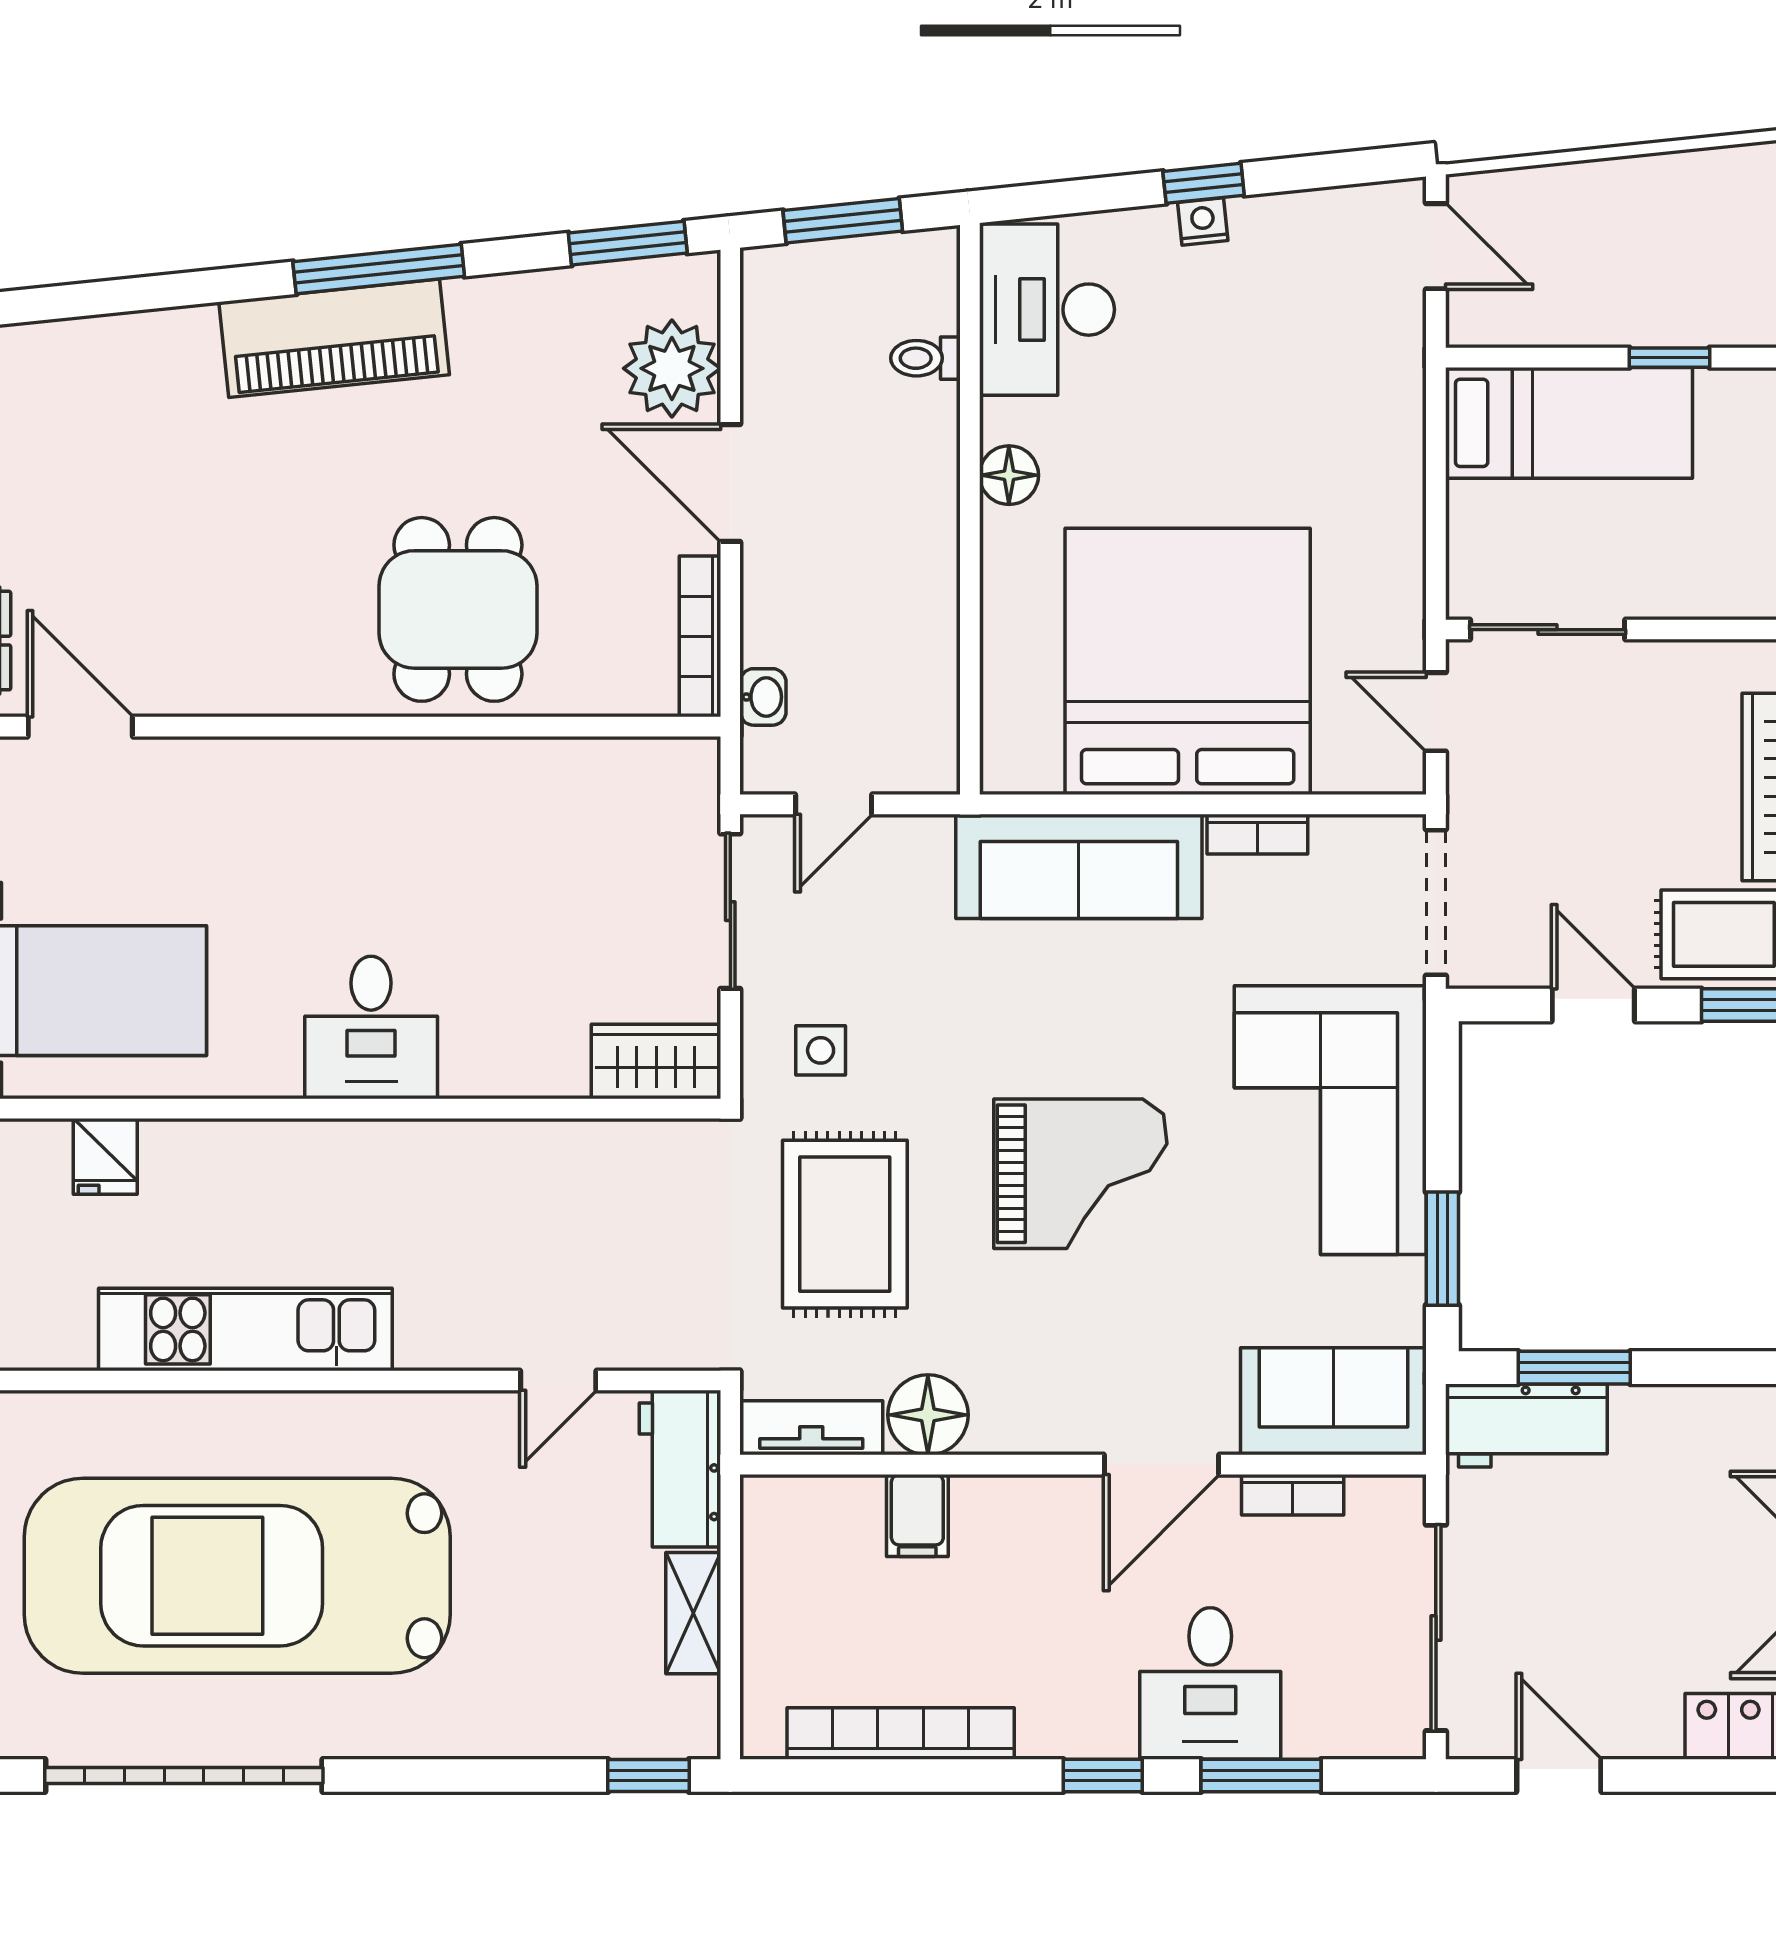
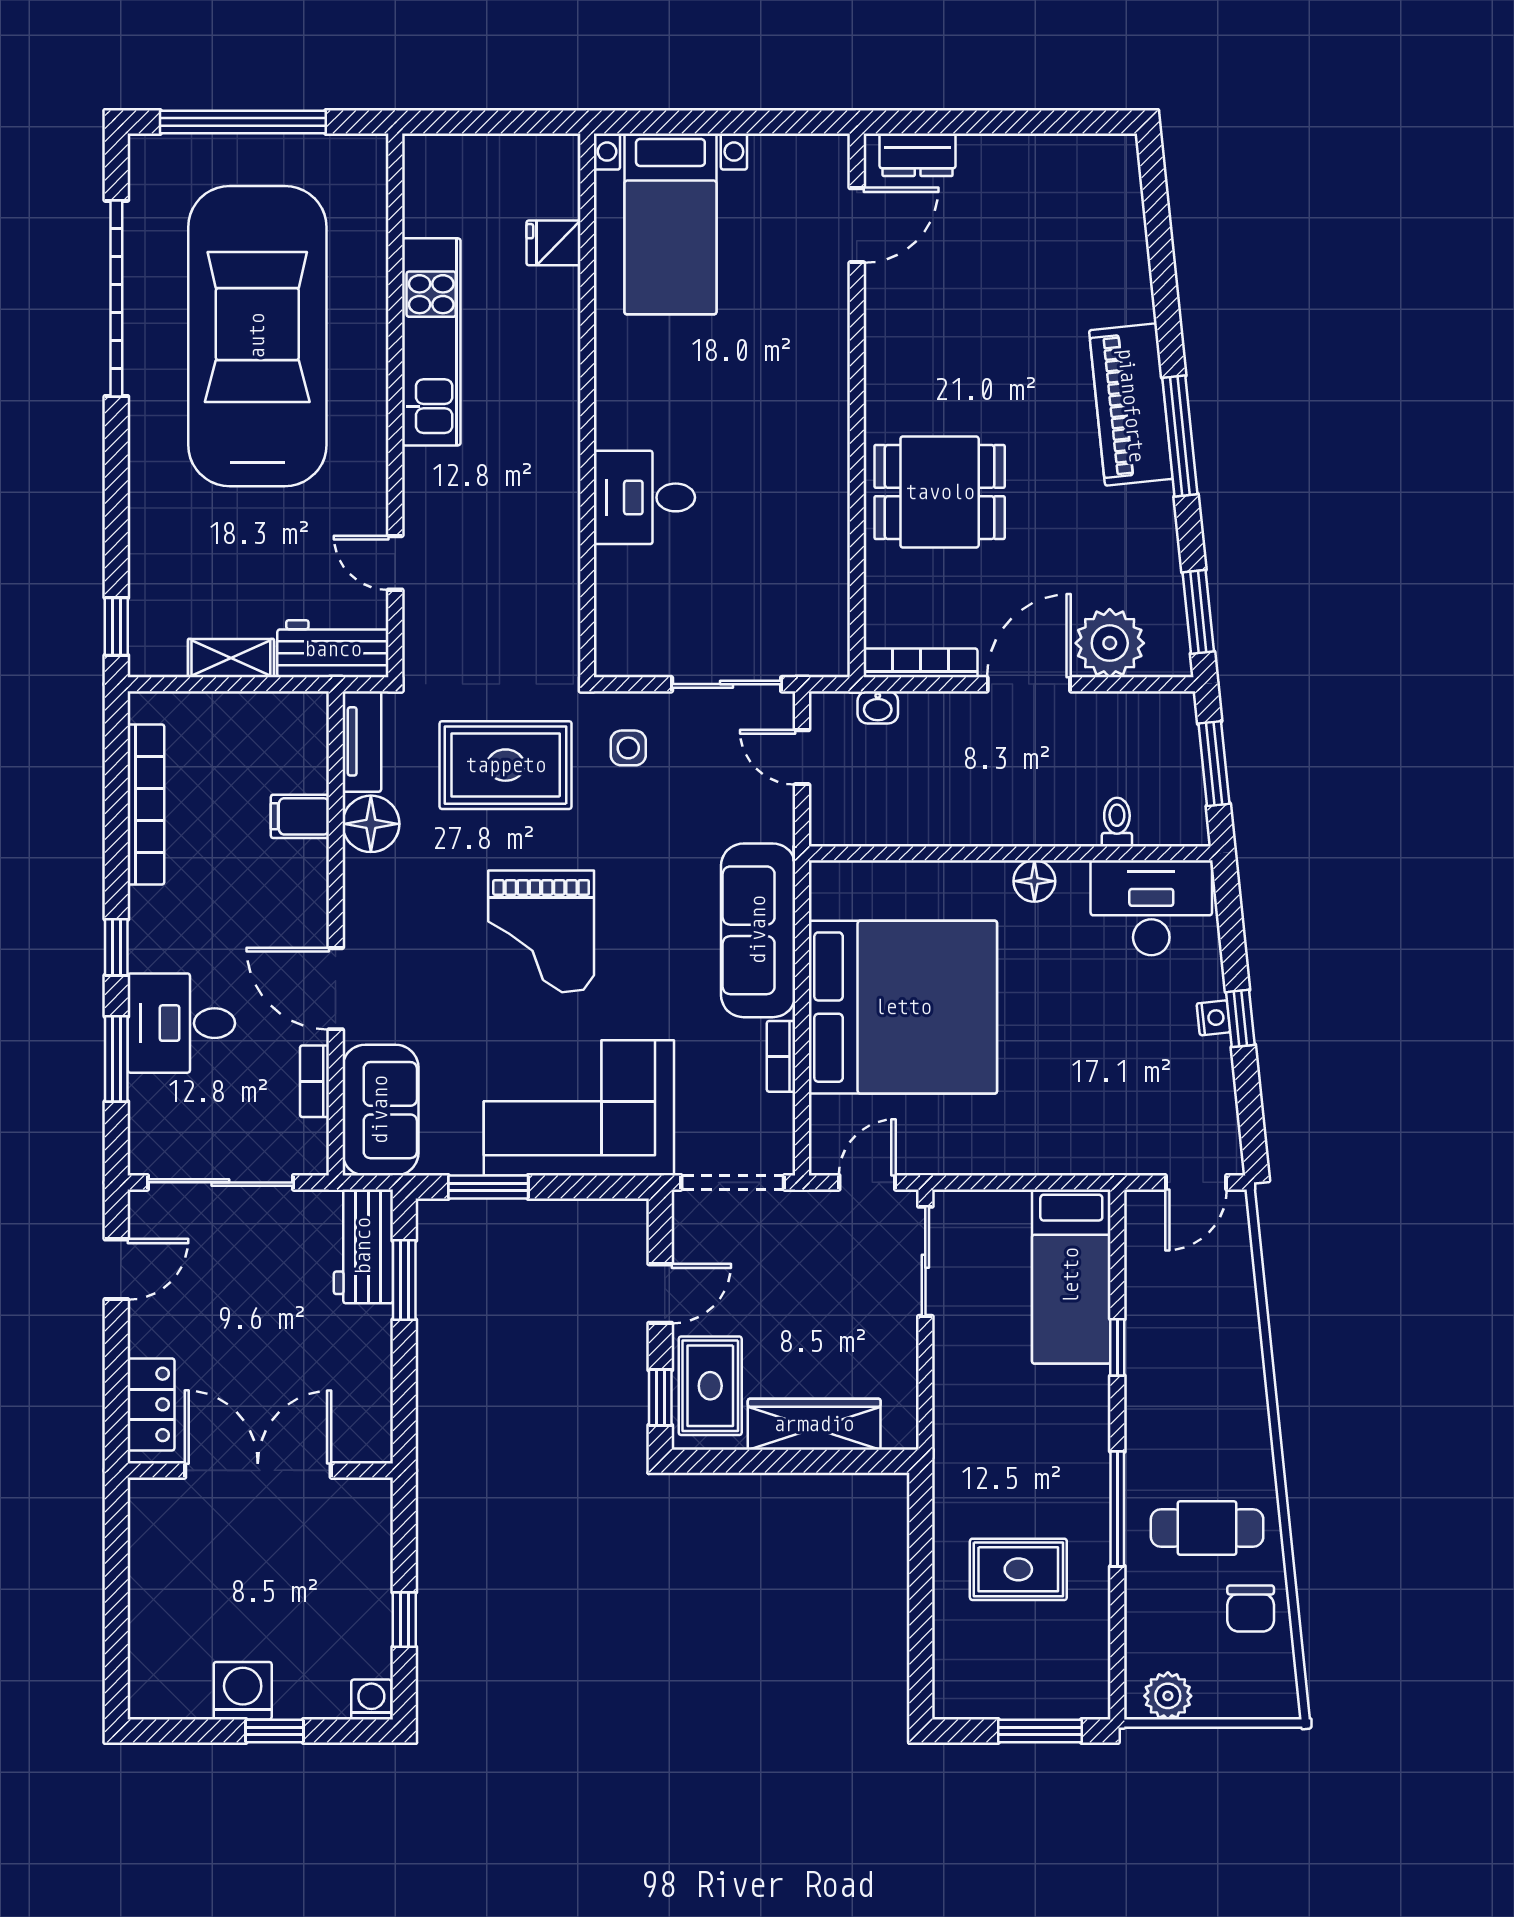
desk: (371, 1027) -> (644, 497), moved
wardrobe: (656, 1061) -> (620, 632), removed

